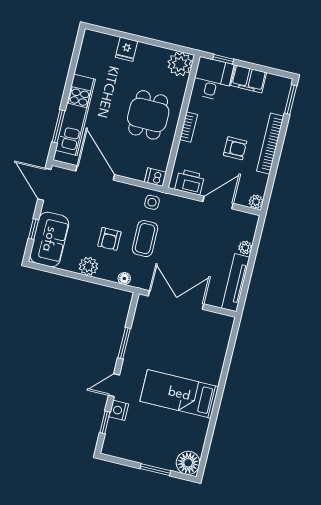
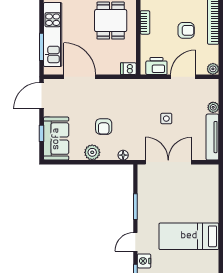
door: (44, 184) -> (42, 96), hinge flipped
side table: (152, 202) -> (166, 119), moved
coffee table: (145, 239) -> (132, 119), removed

